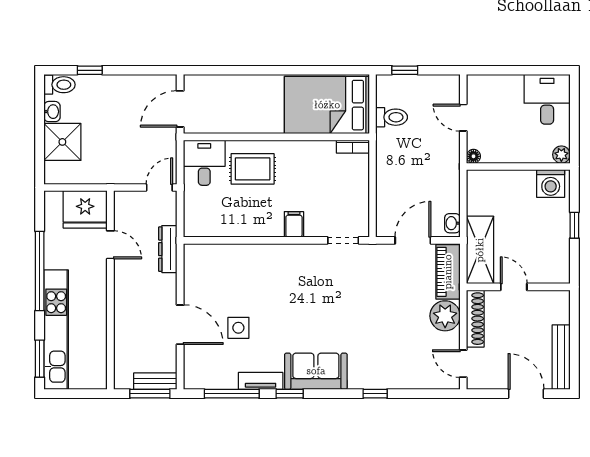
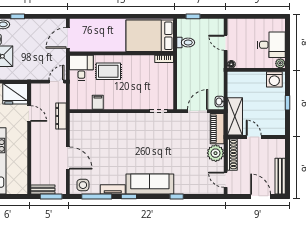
desk: (547, 99) -> (271, 45), moved, turned 90
filing cabinet: (294, 224) -> (98, 102), moved
side table: (238, 328) -> (83, 185), moved
sofa: (316, 371) -> (150, 184), width x1.36
bench: (155, 381) -> (43, 189), moved

